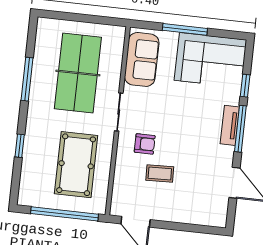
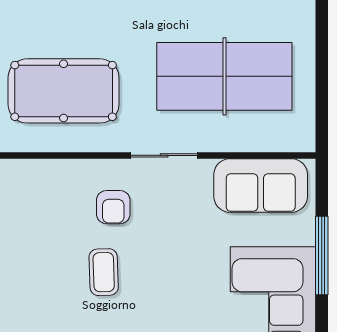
coffee table: (160, 173) -> (104, 272), moved

